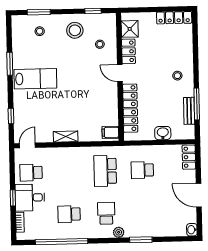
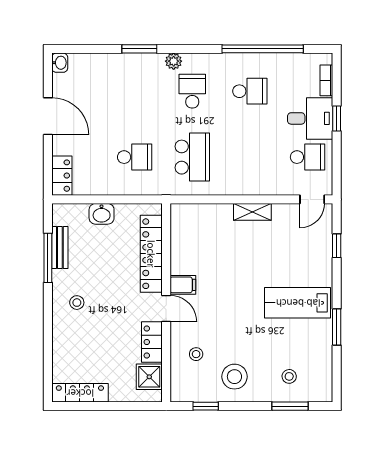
filing cabinet: (110, 132) -> (183, 285), moved
school desk: (106, 213) -> (192, 91), turned 180

